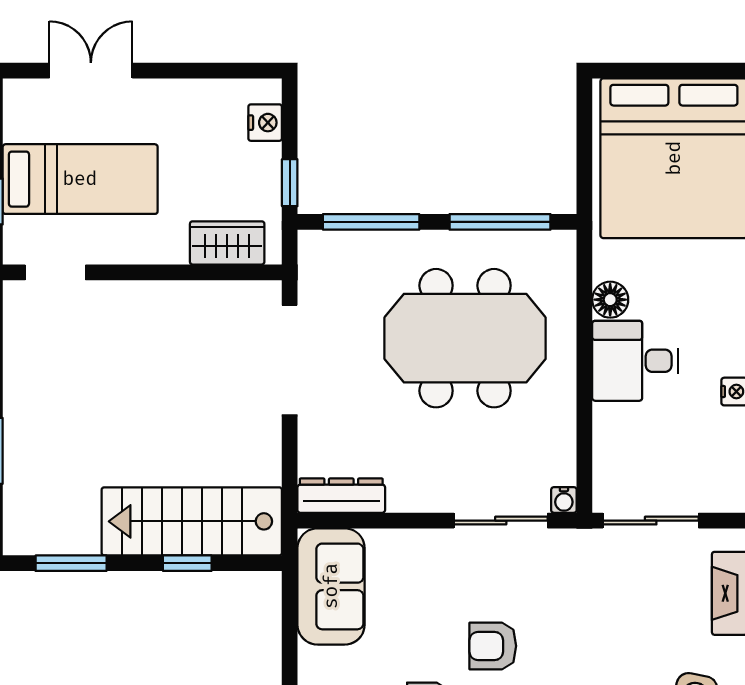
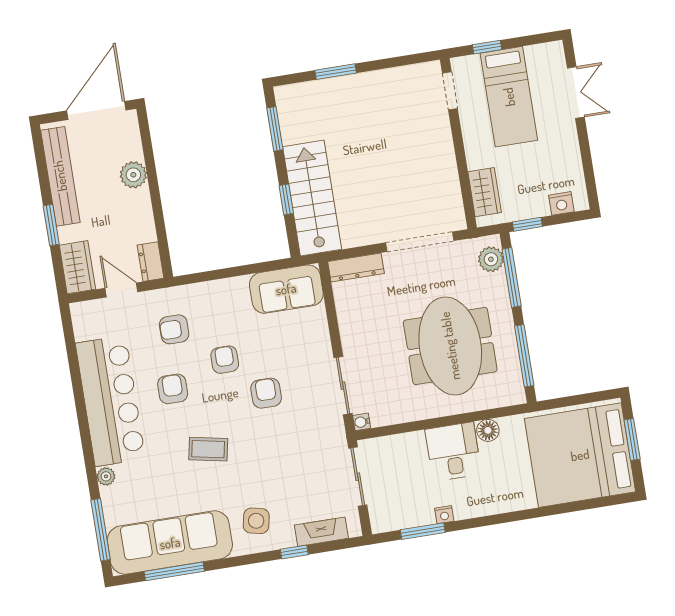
window: (662, 71) -> (632, 440), added
plant: (336, 250) -> (491, 259), added
dresser: (341, 496) -> (356, 268), moved, turned 90

